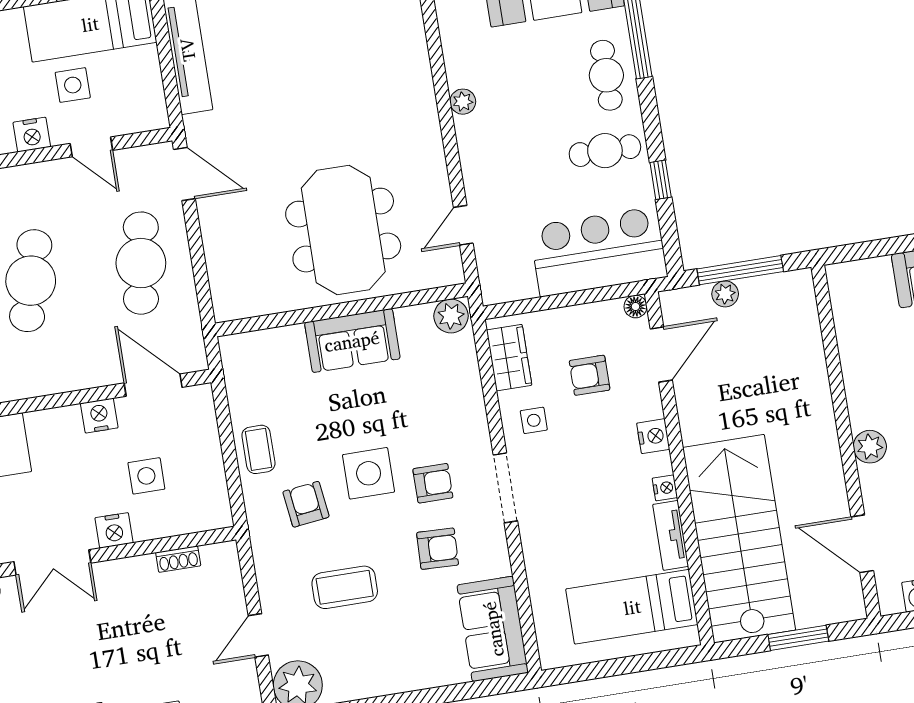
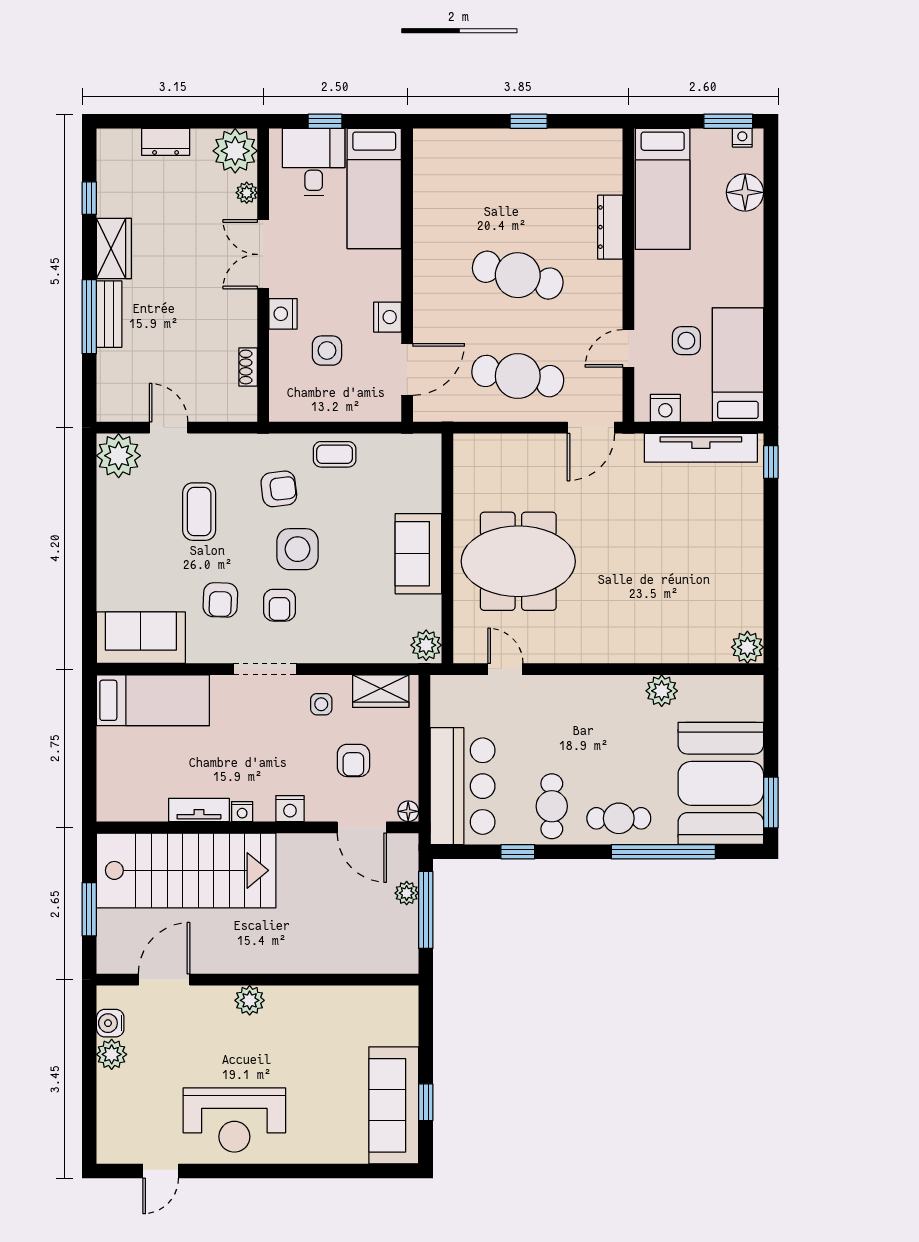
plant: (463, 102) -> (662, 691), moved, width x1.38, depth x1.38
nightstand: (32, 135) -> (665, 408), moved, turned -90
armchair: (590, 375) -> (353, 760), turned 180
bed: (632, 607) -> (153, 700), moved, turned 90

